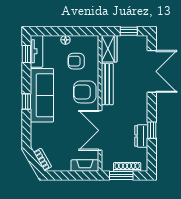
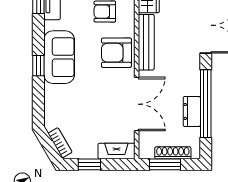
sofa: (42, 95) -> (59, 57), width x0.73
double door: (100, 130) -> (137, 104), swing flipped
window: (152, 130) -> (206, 104), width x3.17
window: (65, 176) -> (89, 164), added

